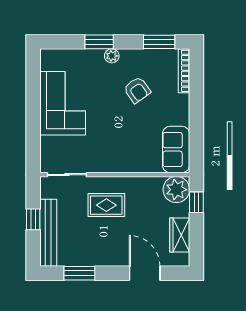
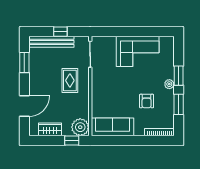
window: (159, 42) -> (179, 104), moved
armchair: (137, 90) -> (147, 101), turned -55
sofa: (176, 149) -> (113, 127), width x1.36

